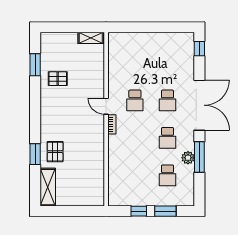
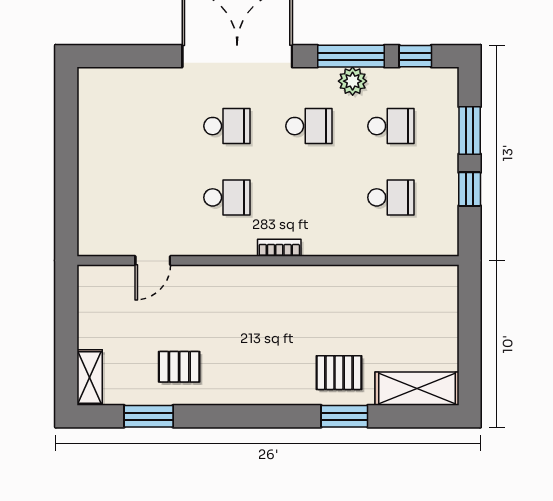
shelving: (91, 38) -> (90, 378), moved
window: (199, 49) -> (415, 56), moved
pallet: (58, 79) -> (179, 367), turned 90
door: (106, 106) -> (153, 261), moved
school desk: (135, 175) -> (391, 197), added

